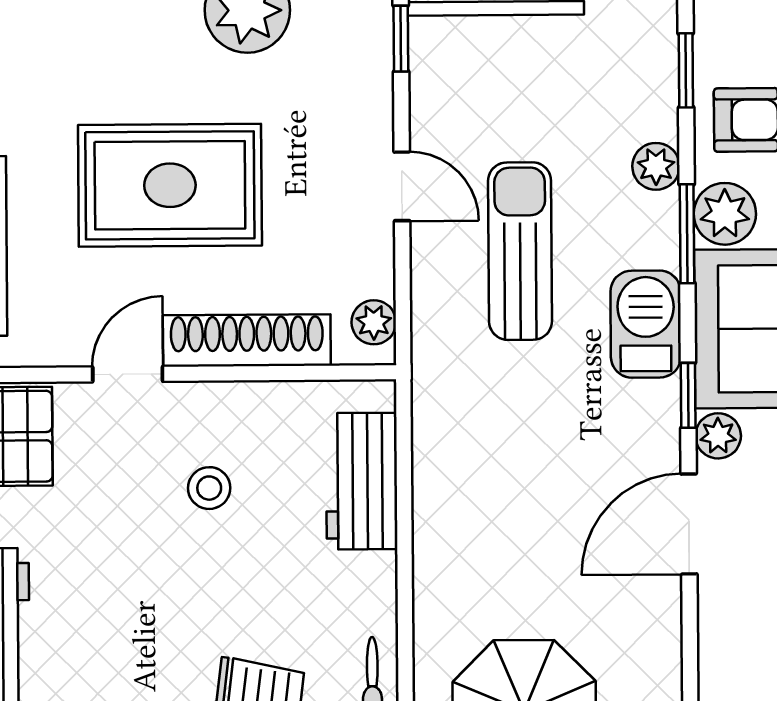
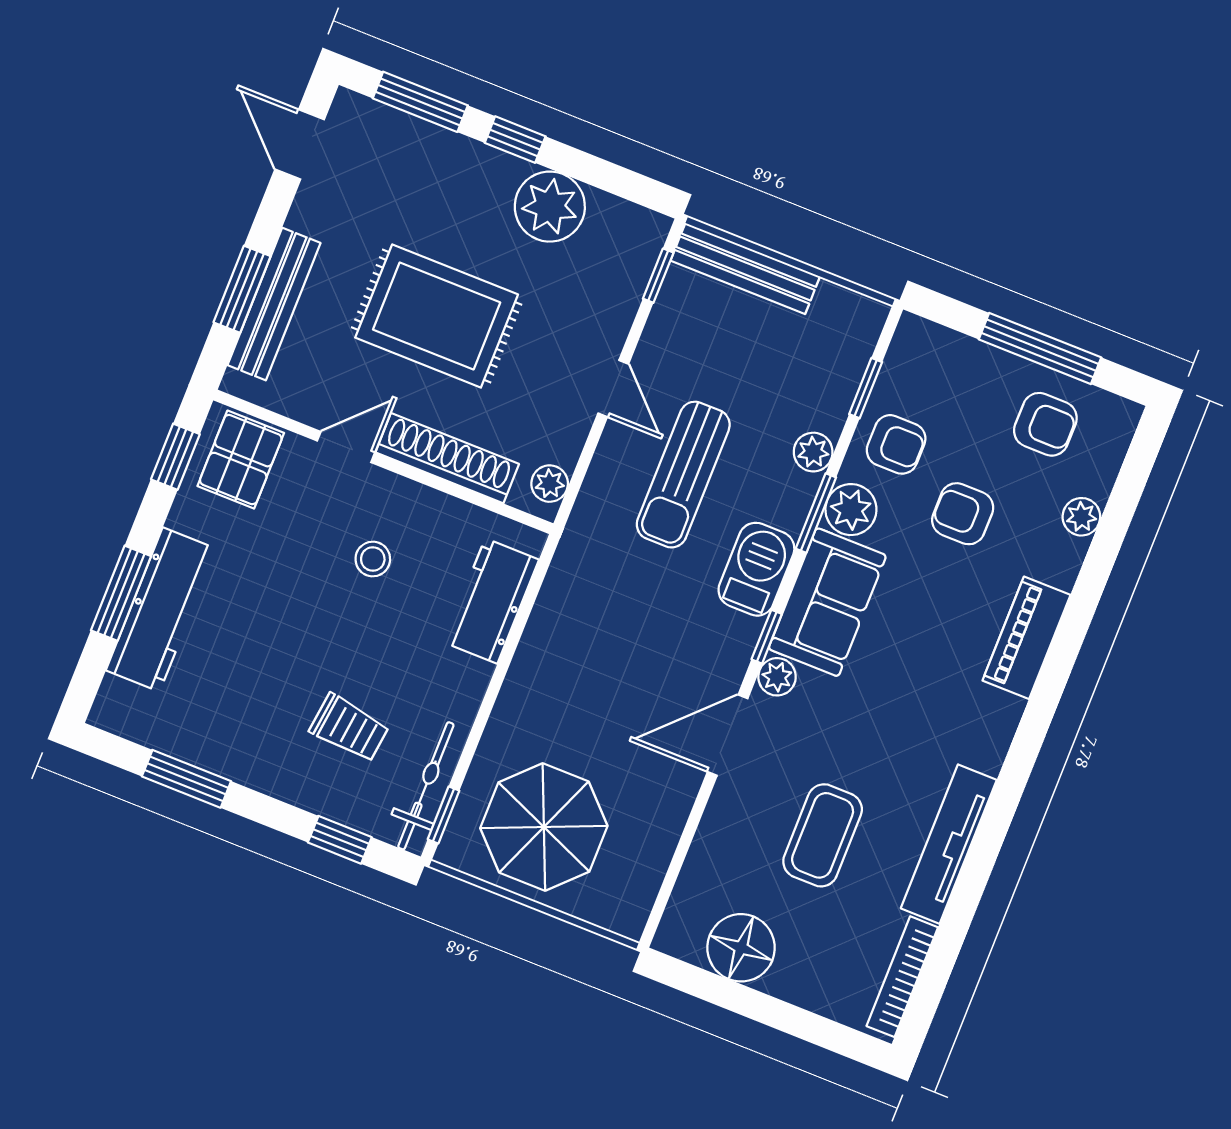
sun lounger: (520, 251) -> (683, 475), turned 180

